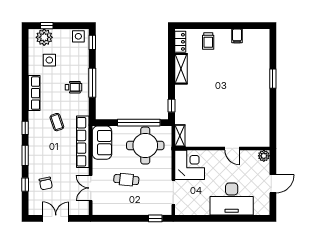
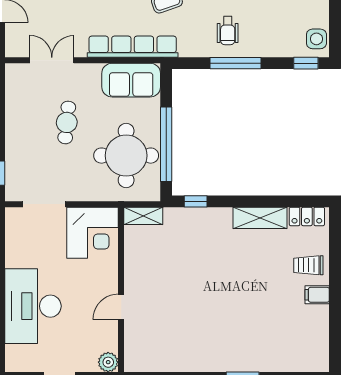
filing cabinet: (237, 36) -> (317, 295), moved

